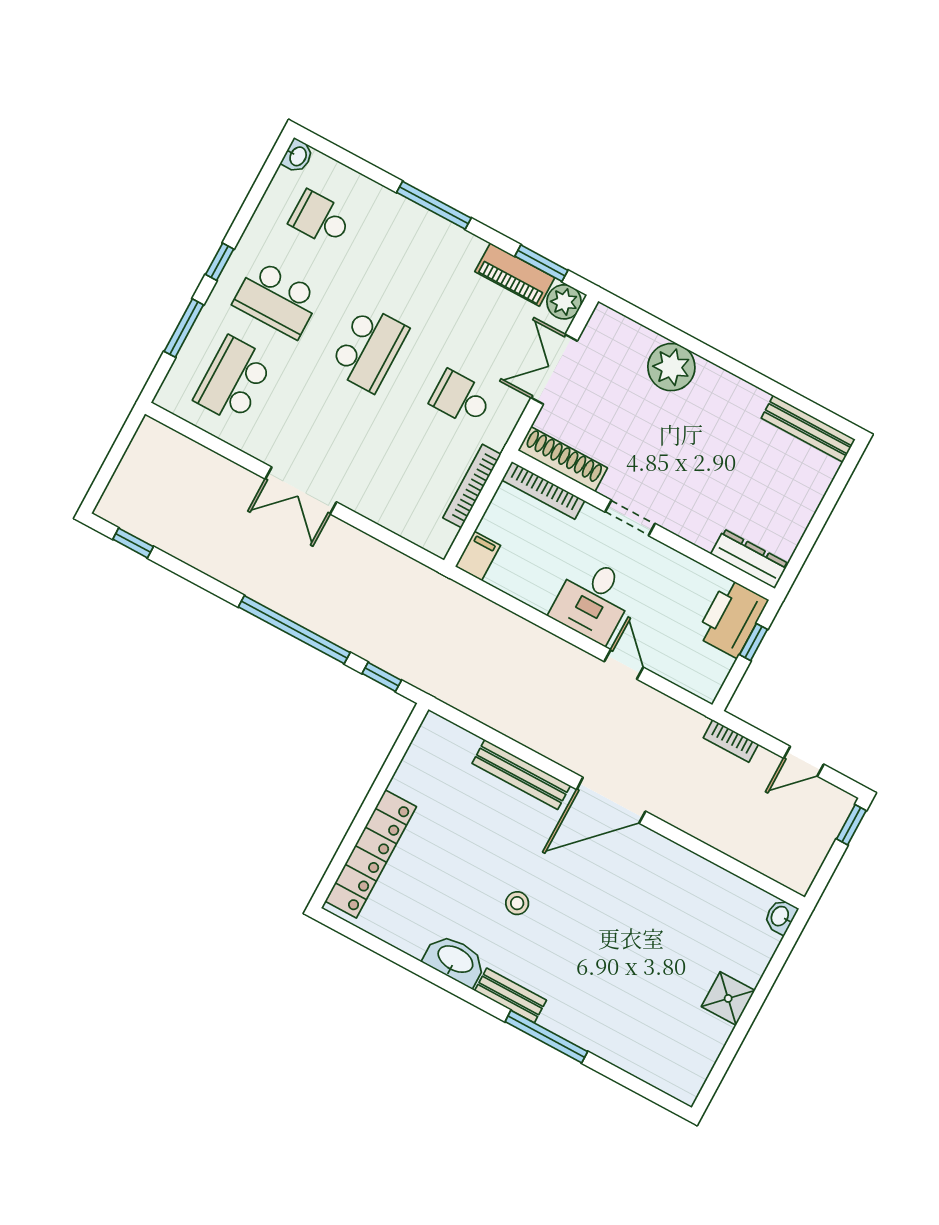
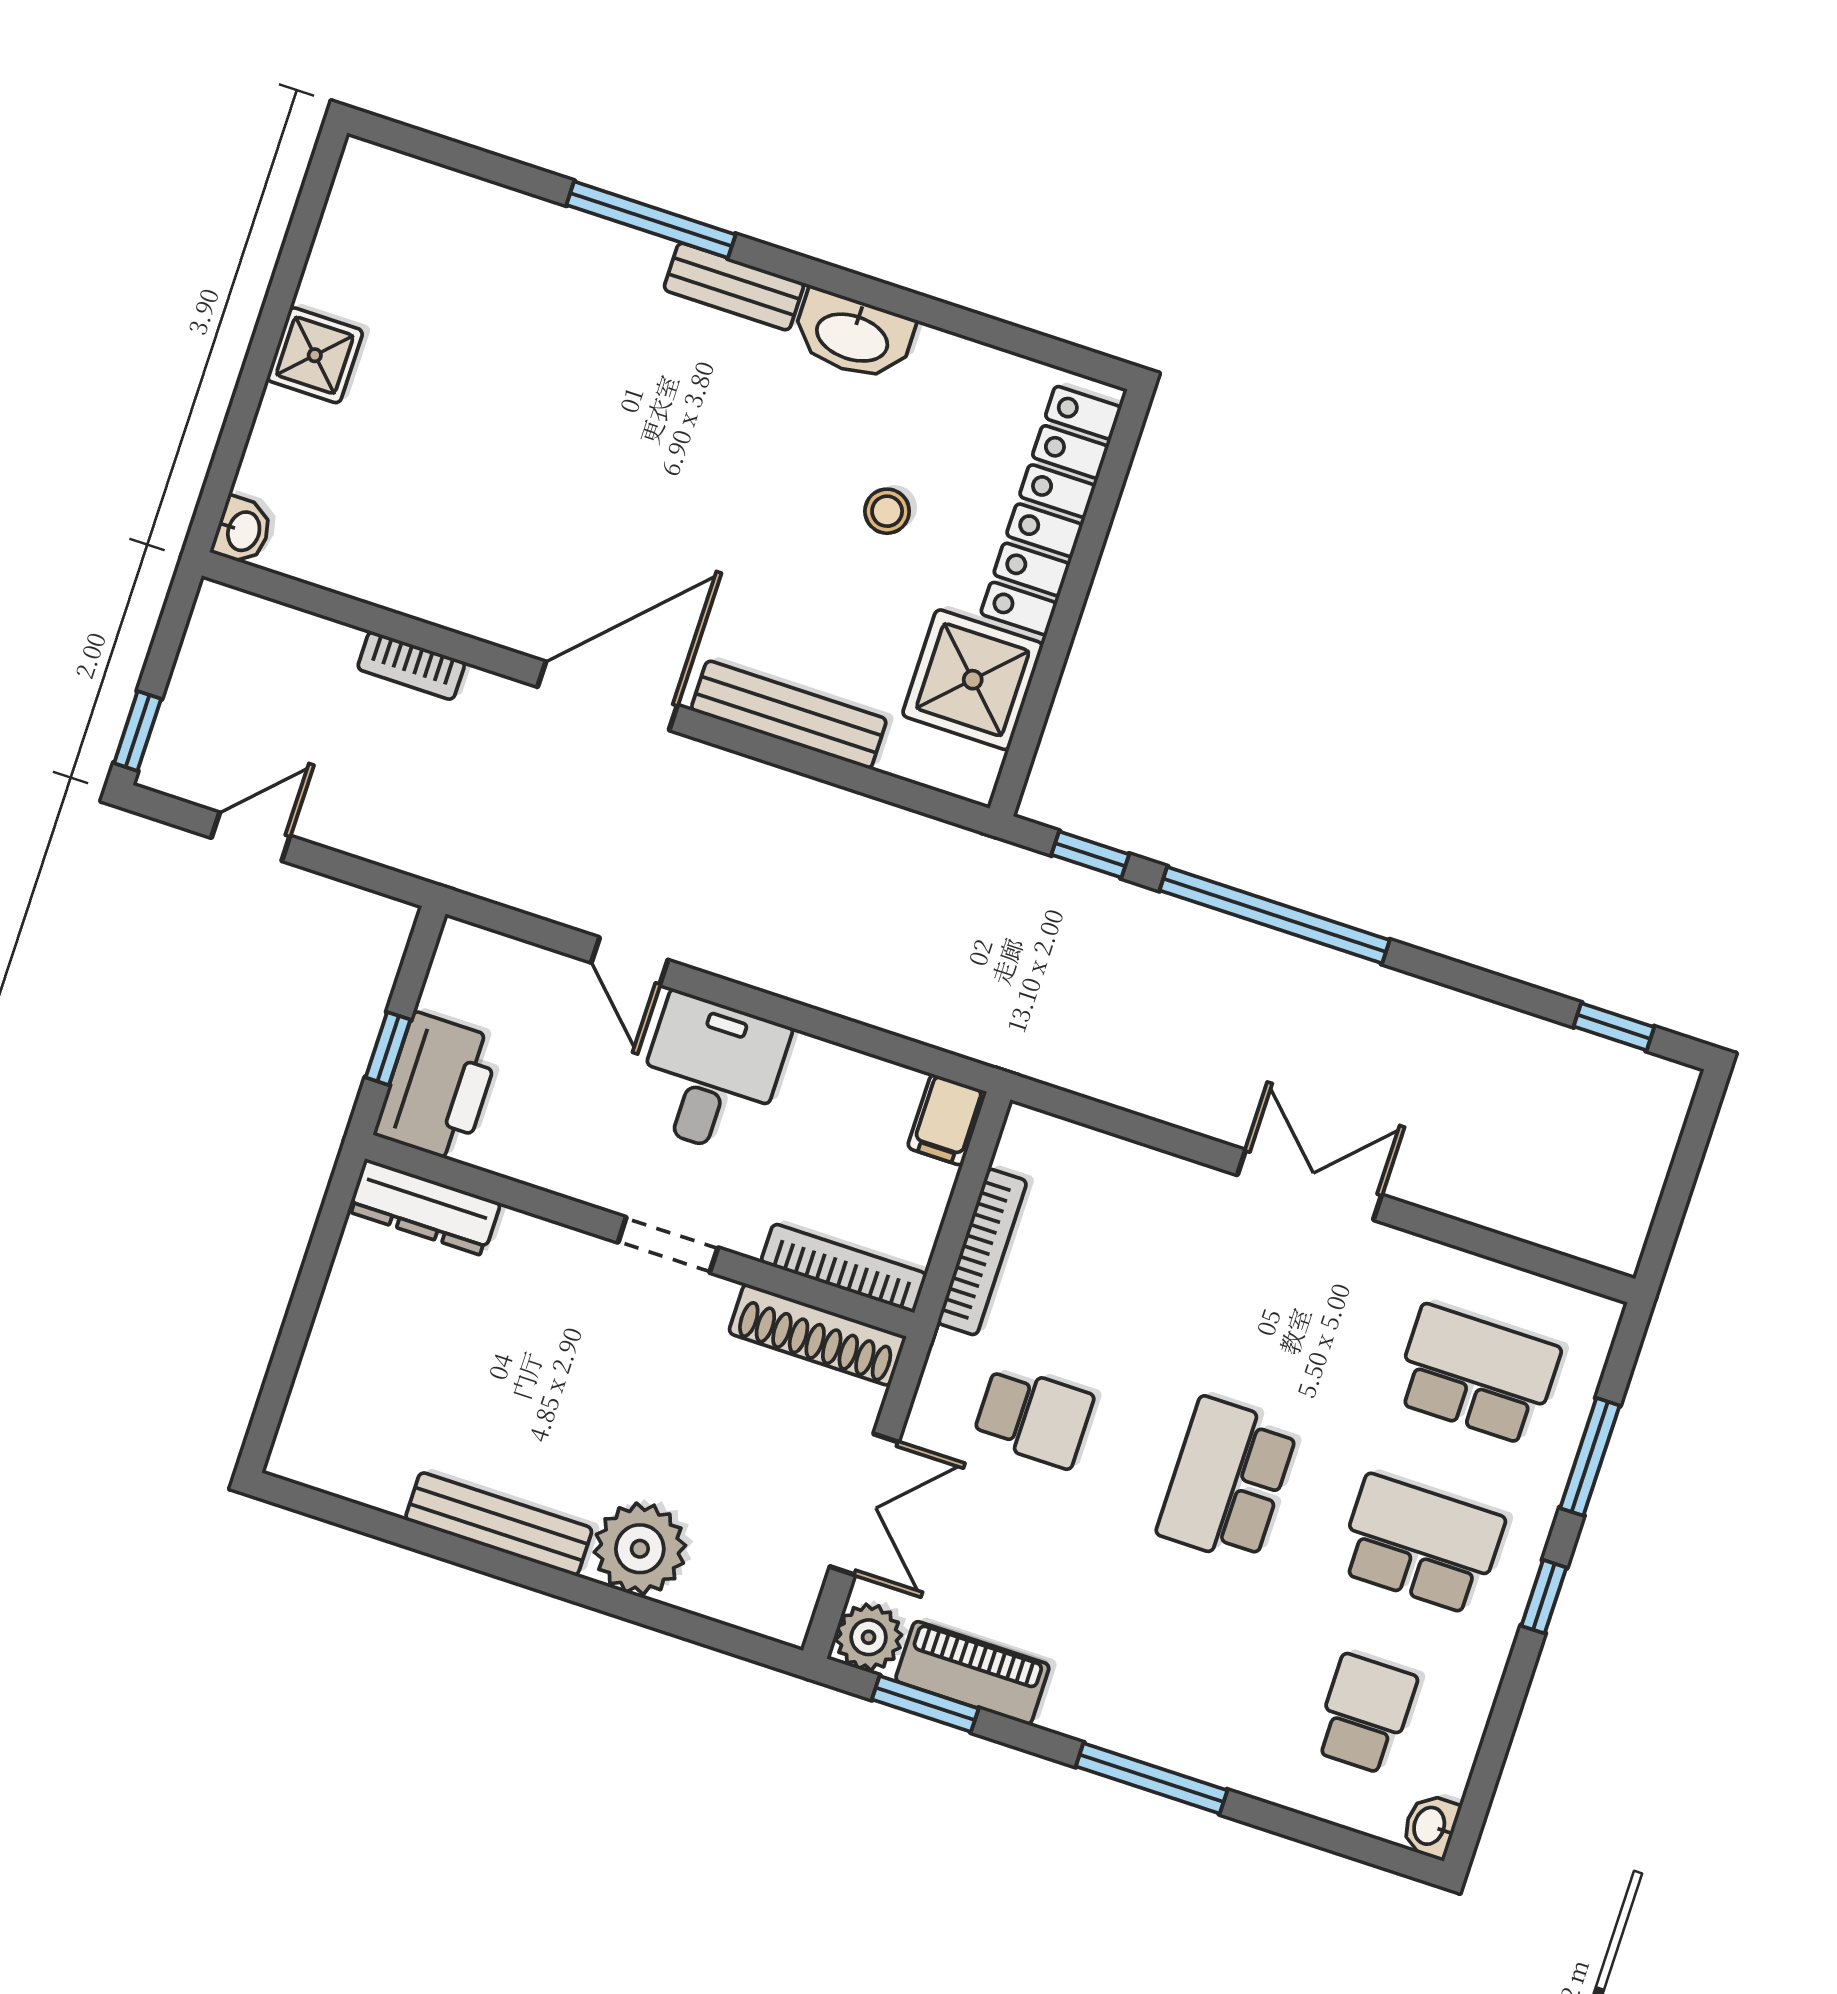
school desk: (320, 219) -> (1365, 1714), turned -90
school desk: (234, 380) -> (1477, 1374), turned -90
bench: (808, 429) -> (499, 1524), moved
bookcase: (731, 741) -> (411, 666), moved, turned 180
shower: (425, 776) -> (973, 680), added
stool: (517, 903) -> (887, 511), moved

